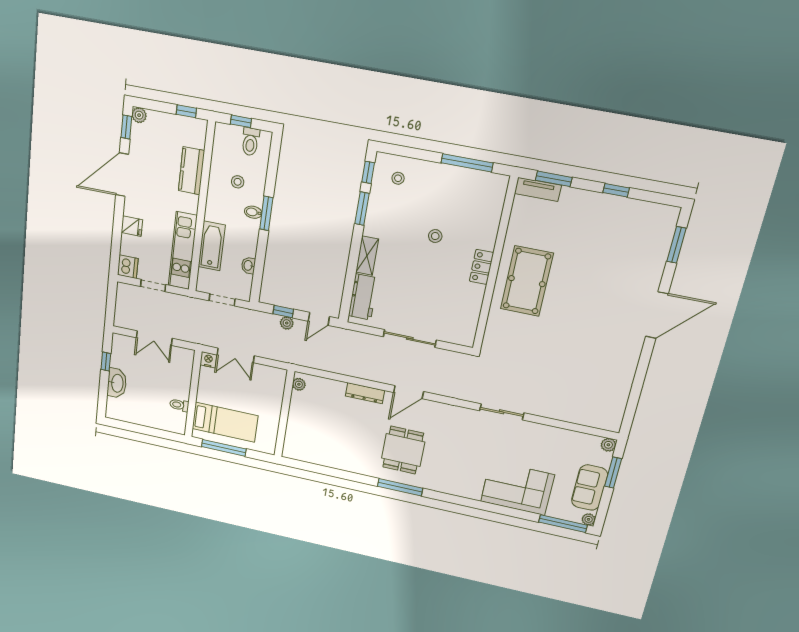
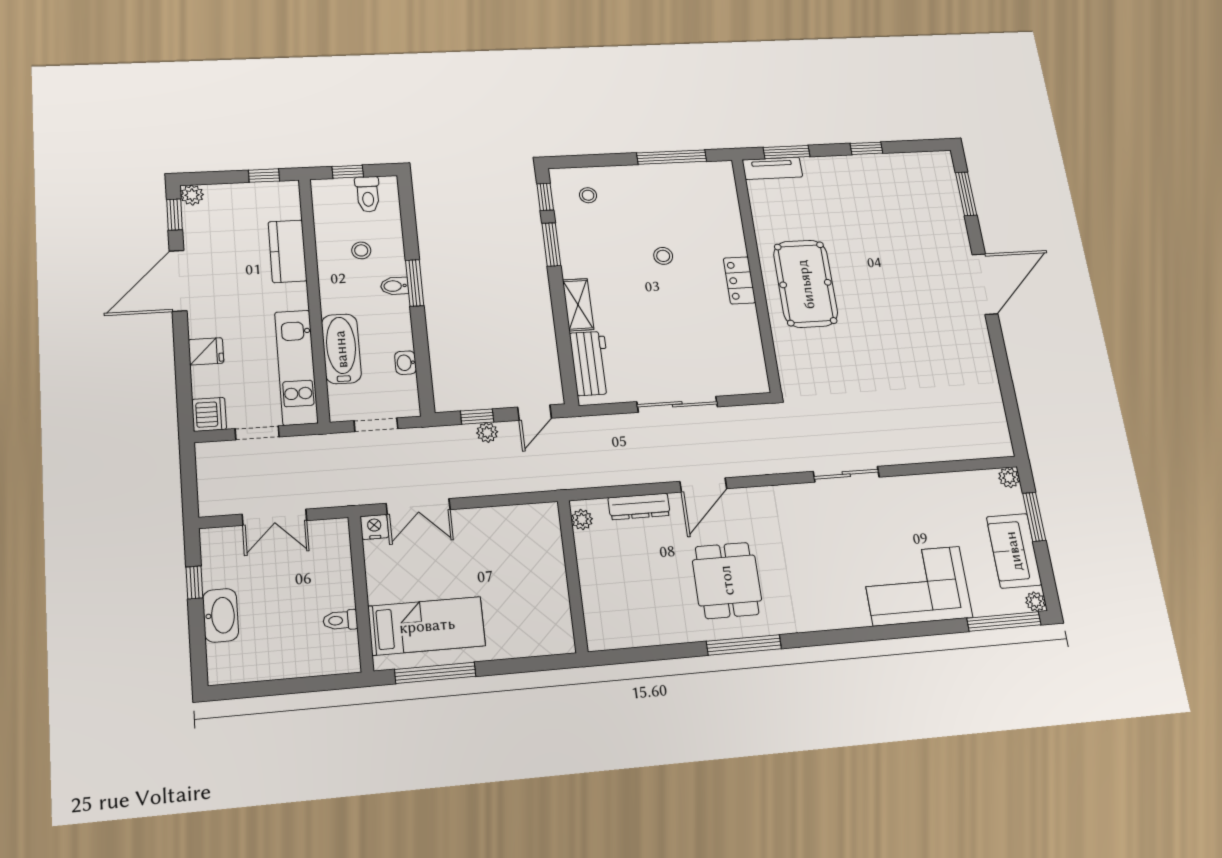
plant: (299, 384) -> (582, 520), moved
wall: (284, 414) -> (573, 576), moved

